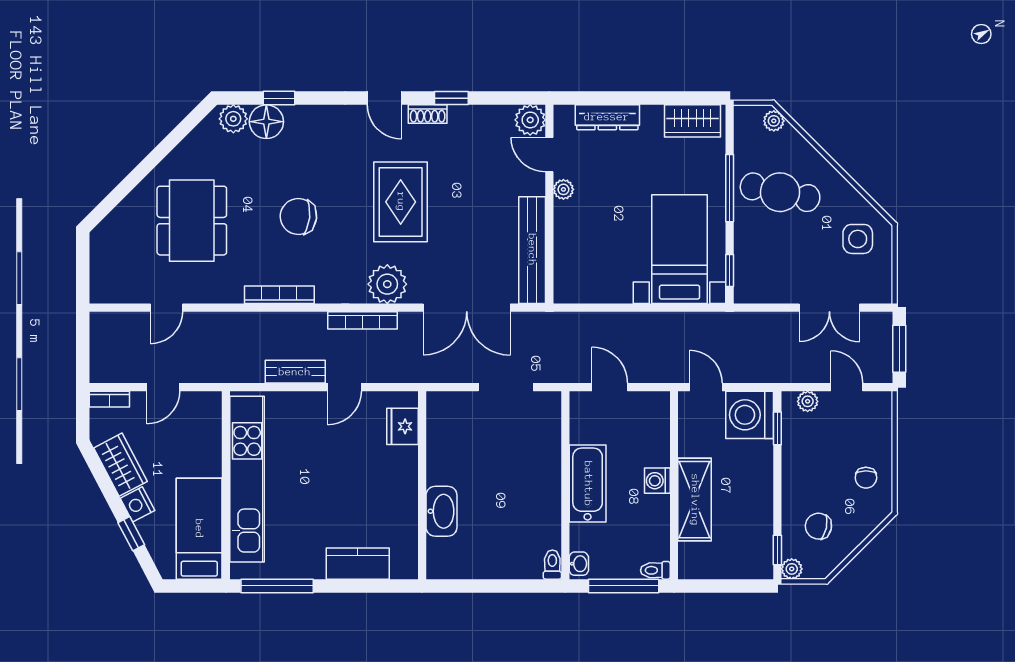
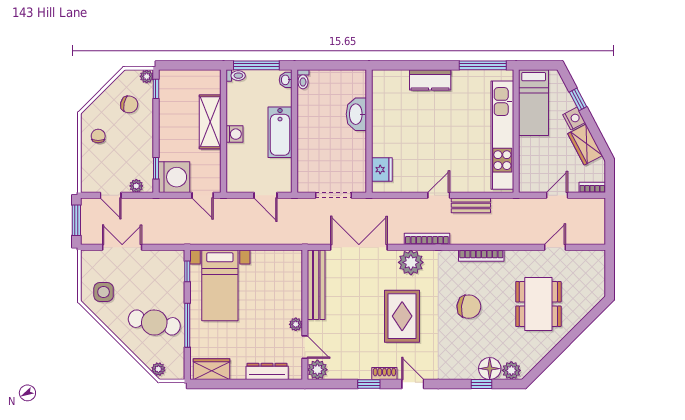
fridge: (402, 426) -> (382, 170), moved
wall: (422, 485) -> (369, 131), moved
washbasin: (441, 511) -> (356, 114), moved

